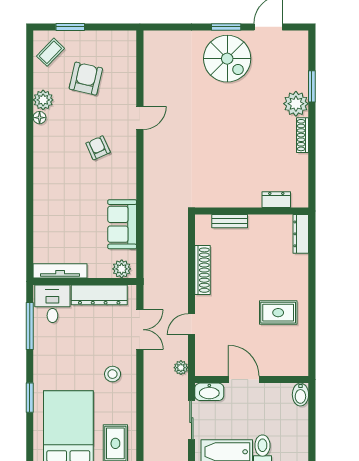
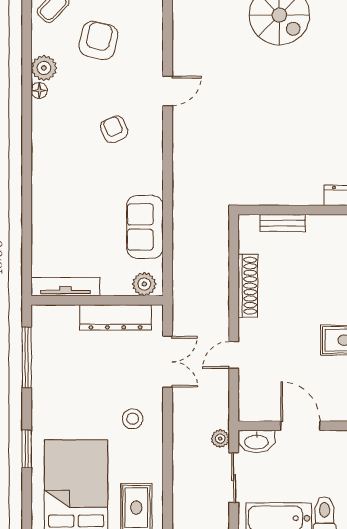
desk: (52, 304) -> (56, 329), removed
plant: (181, 368) -> (220, 439), moved

